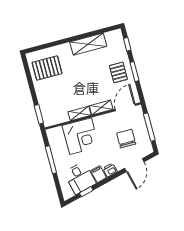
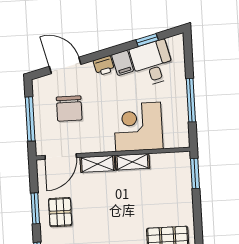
door: (134, 165) -> (65, 65), hinge flipped

